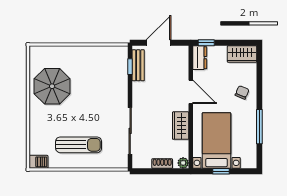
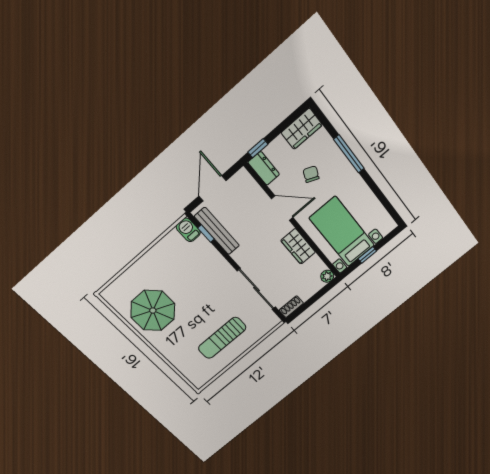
bench: (138, 65) -> (217, 231), width x1.36
chair: (242, 92) -> (311, 174), moved
window: (259, 127) -> (349, 154), moved
sun lounger: (79, 145) -> (222, 338), turned 180
barbecue: (38, 162) -> (188, 230), moved, turned -90
shoe rack: (162, 164) -> (291, 307), moved

